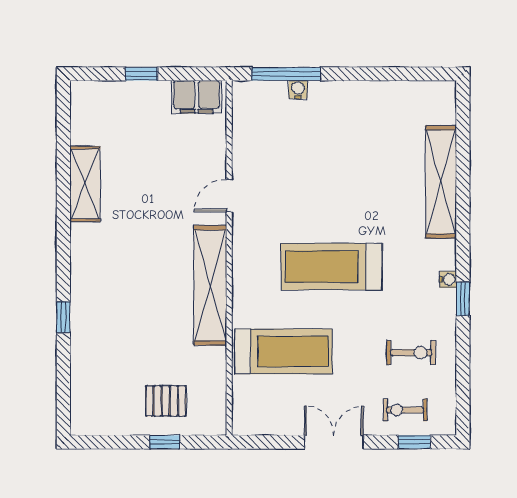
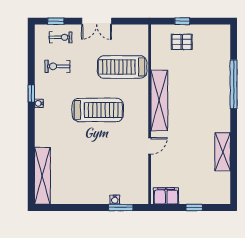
window: (286, 74) -> (121, 208), width x0.69
shelving: (441, 182) -> (42, 176), moved
window: (63, 317) -> (234, 84), width x3.17

